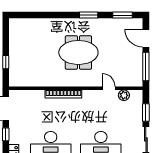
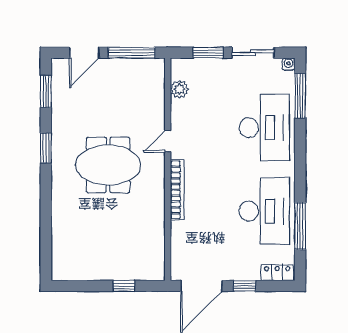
meeting table: (78, 52) -> (108, 165), turned 90
door: (109, 88) -> (168, 141), moved

